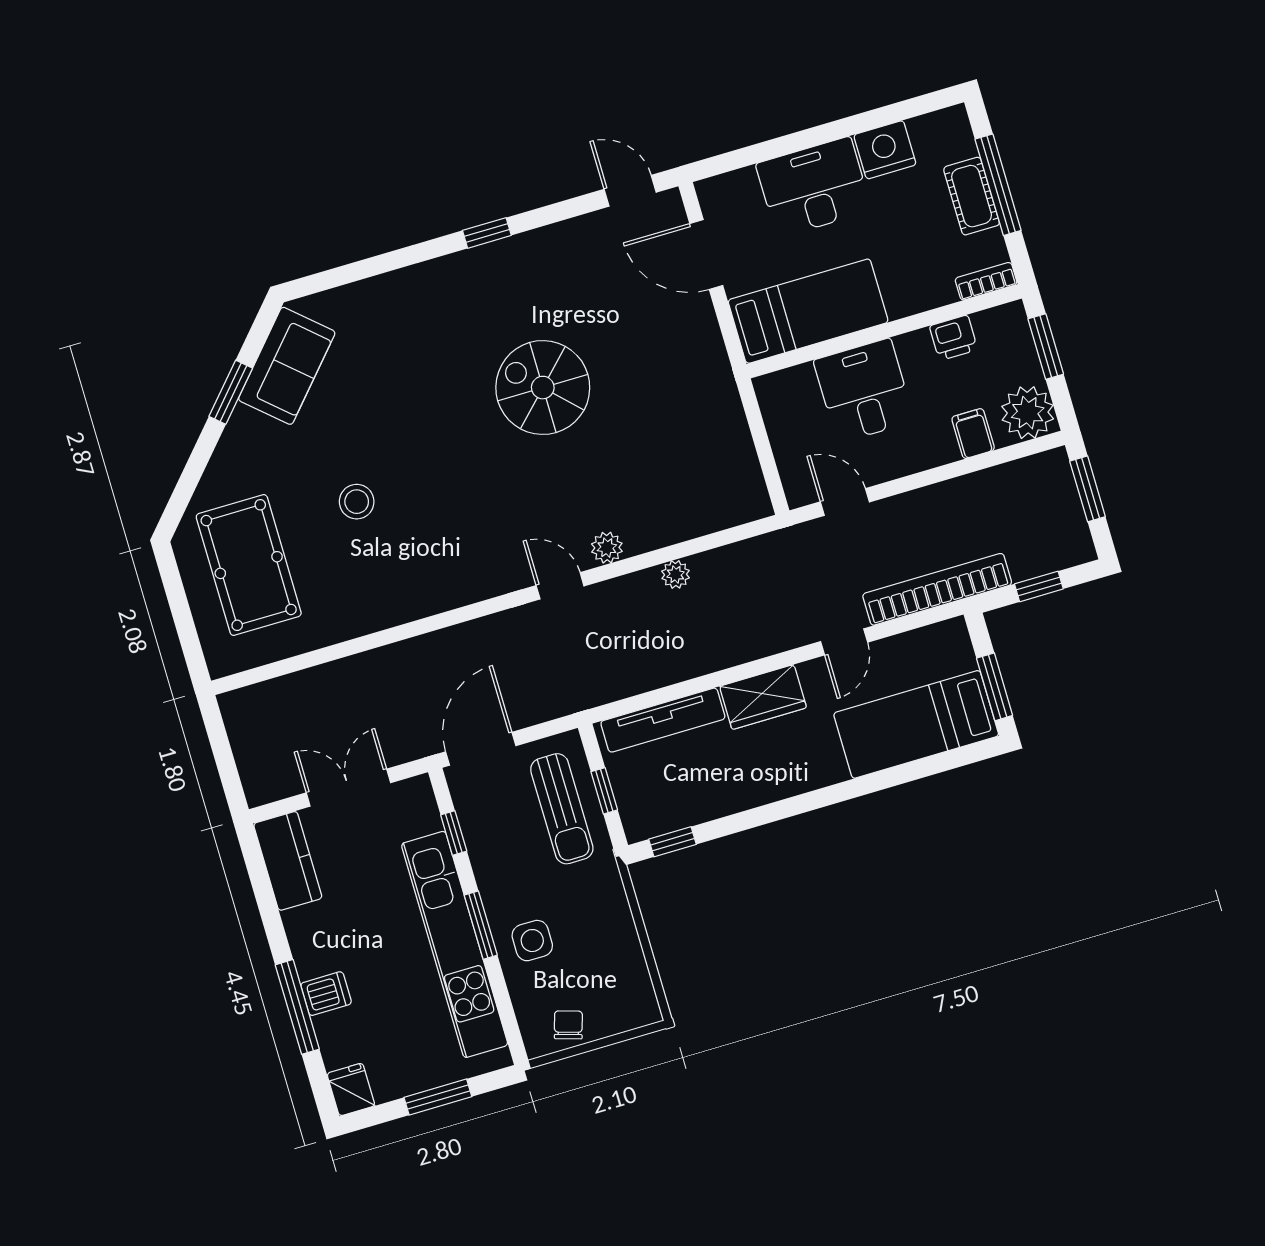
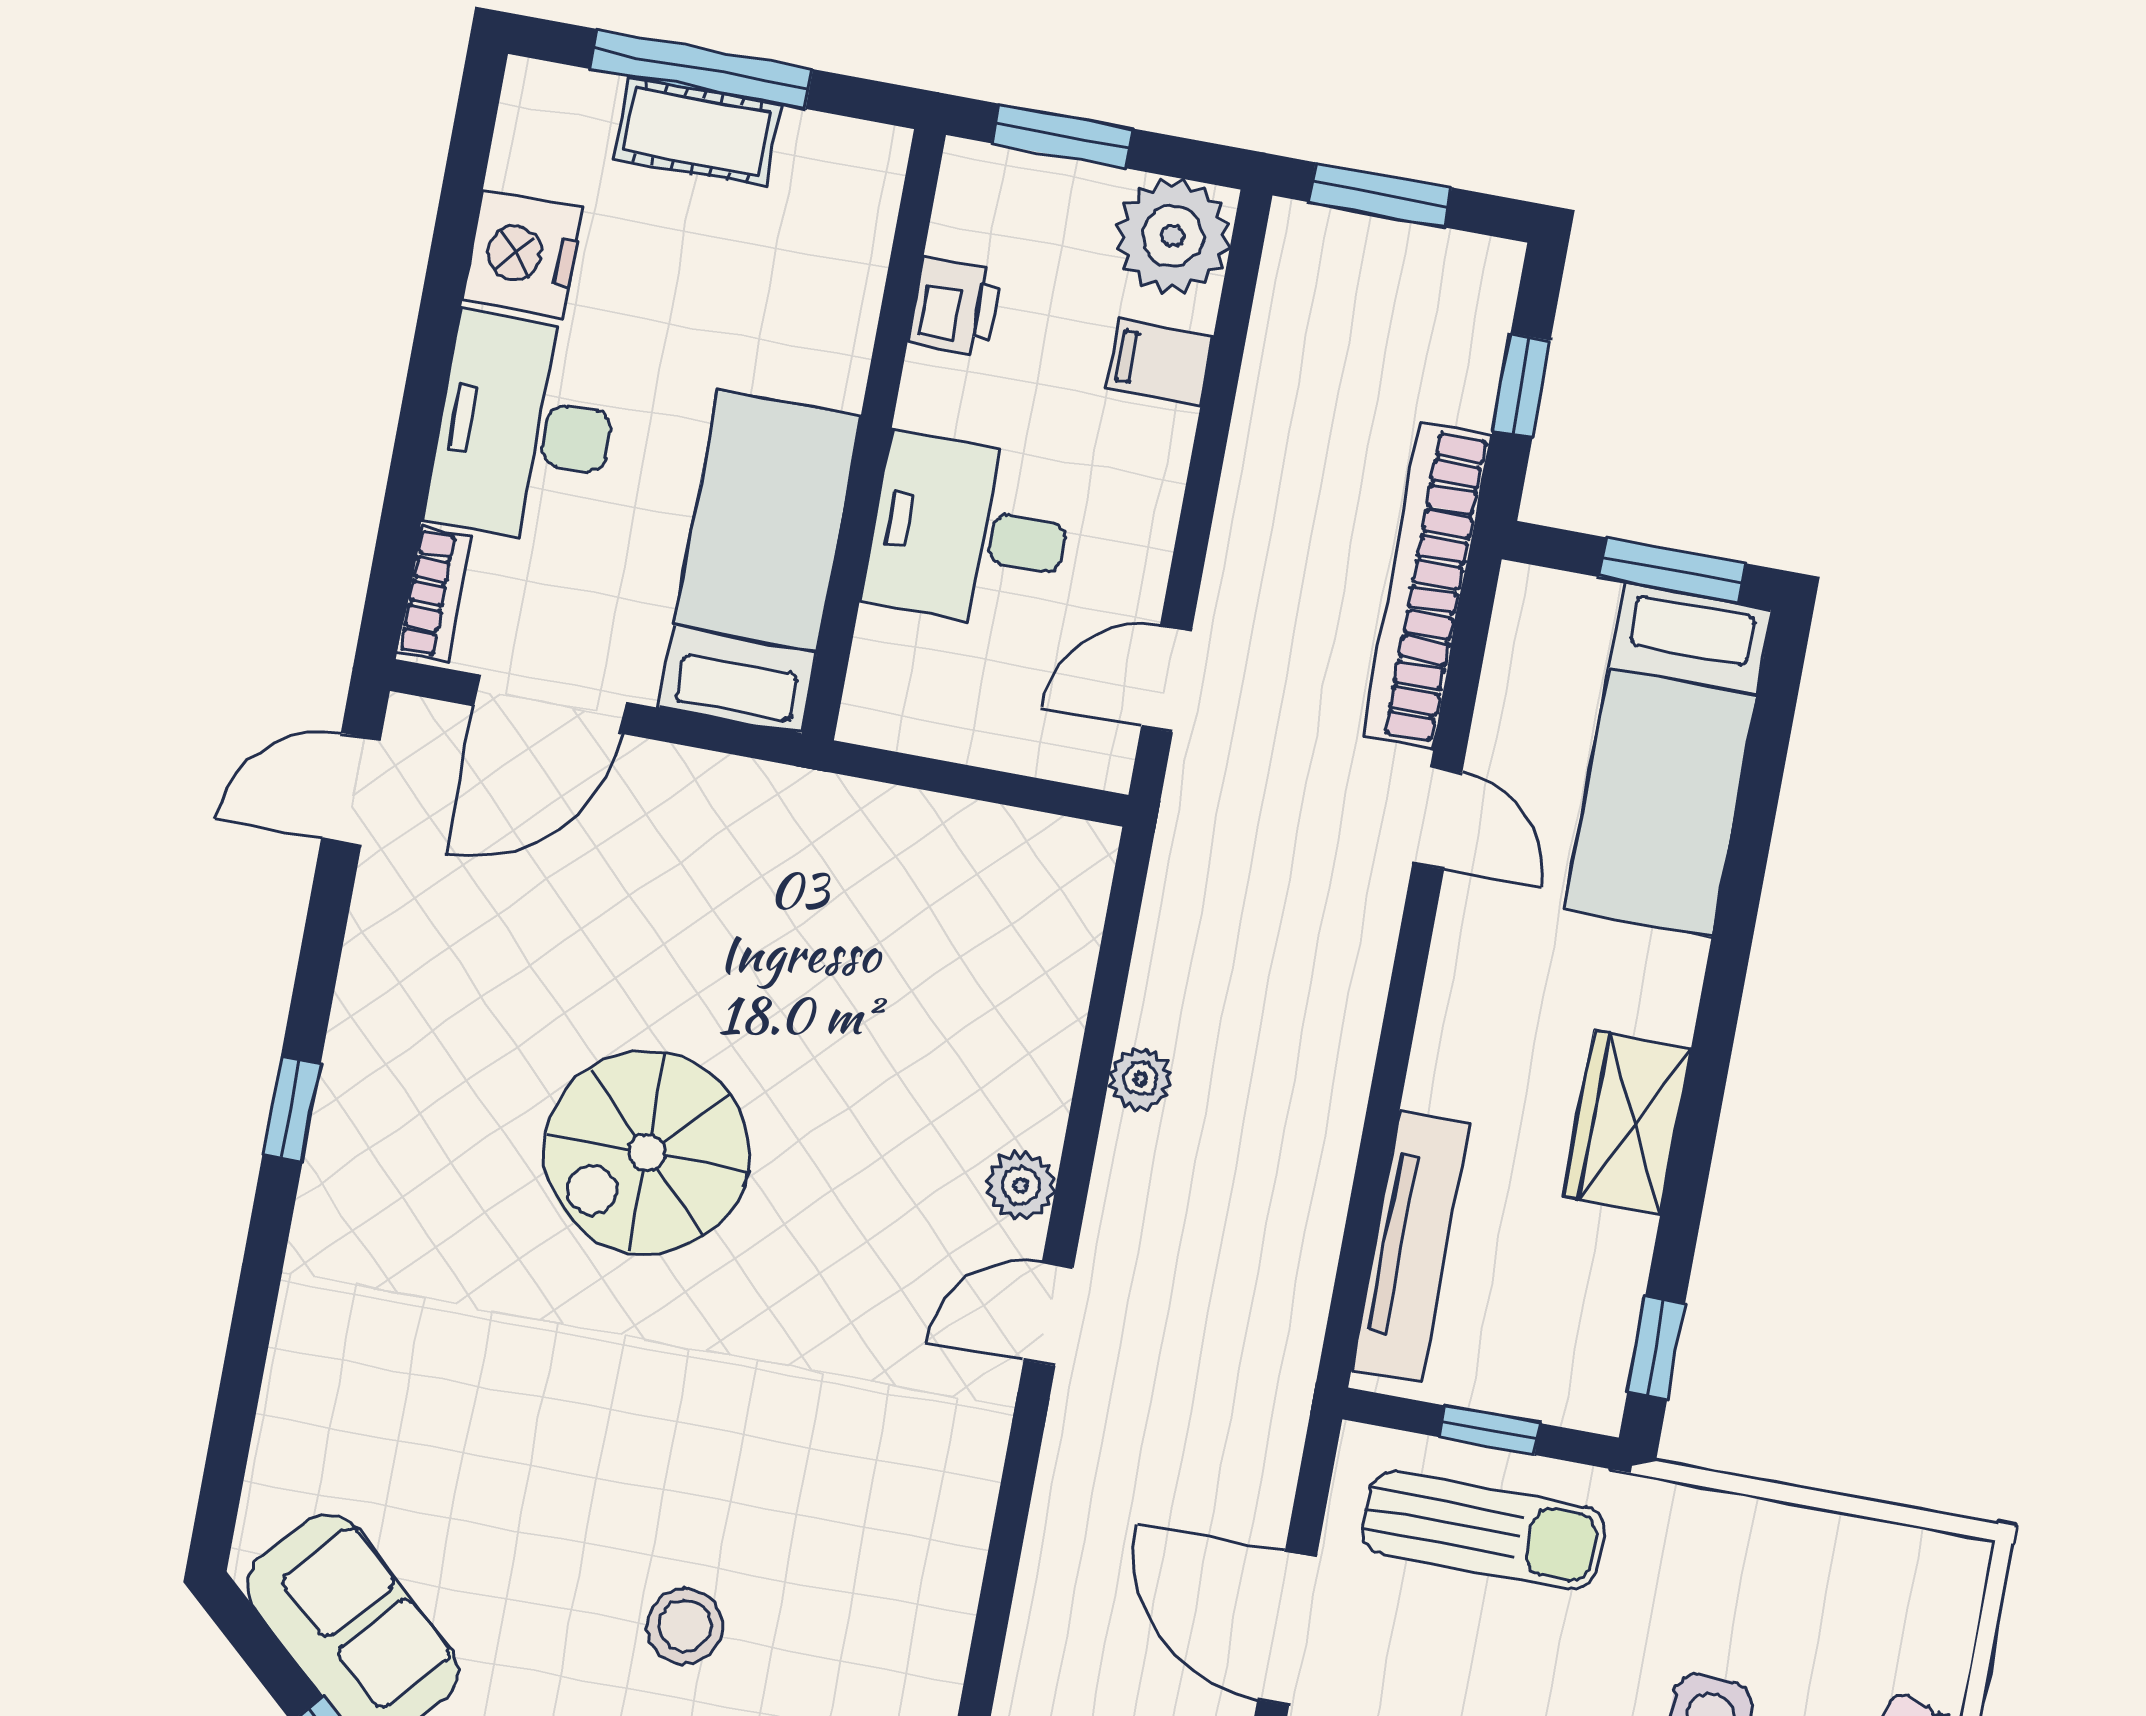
bookcase: (986, 281) -> (434, 595), moved, turned 180
wardrobe: (763, 697) -> (1627, 1123), moved, turned 180

